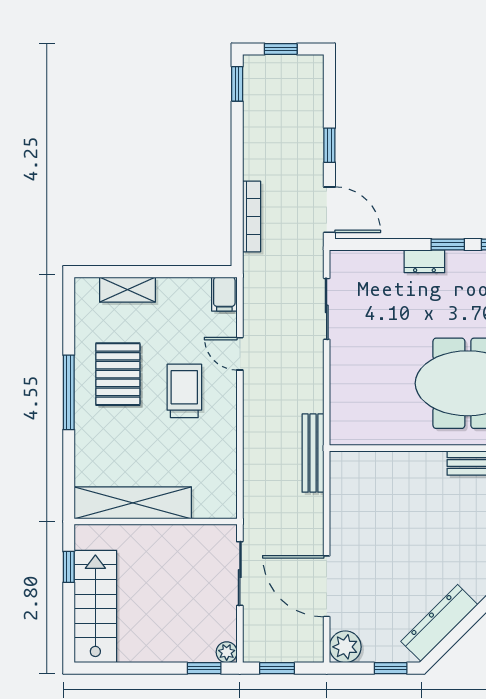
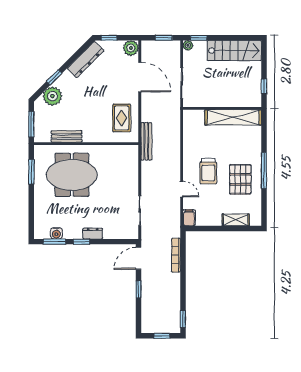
door: (329, 210) -> (138, 258), hinge flipped
rug: (365, 501) -> (122, 118), added
stairs: (95, 606) -> (234, 51), moved, turned -90

